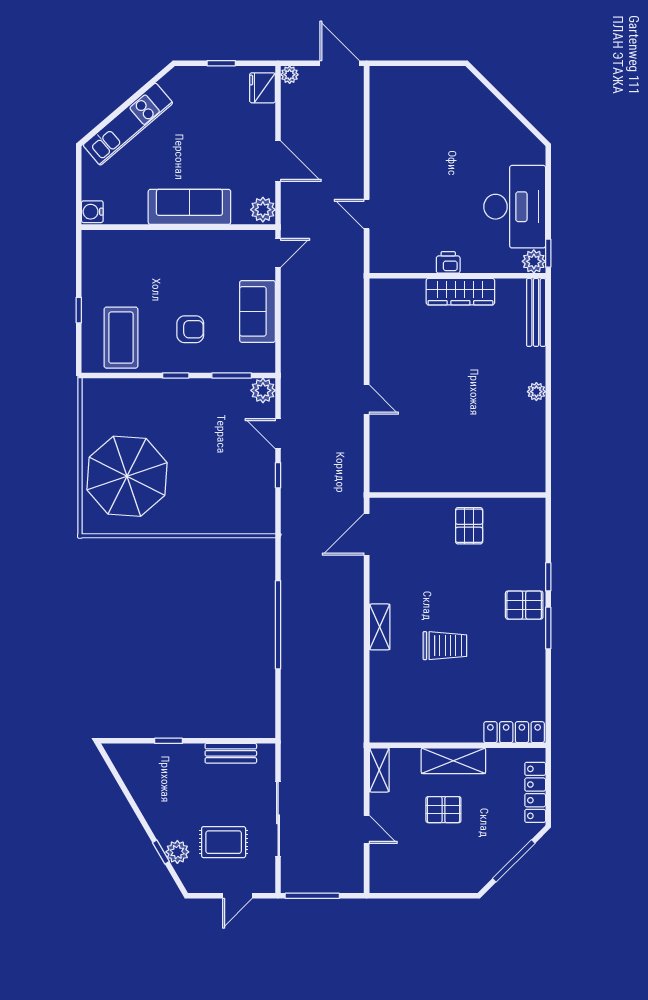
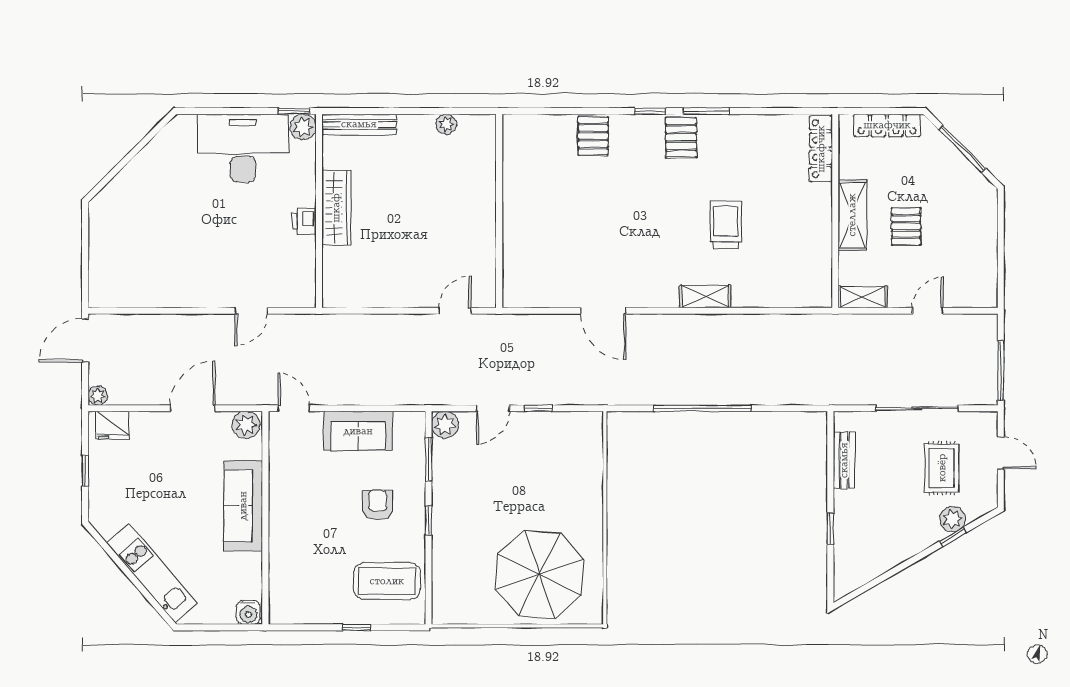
wall: (457, 495) -> (499, 211), moved
pallet: (469, 526) -> (593, 136), moved, turned 90

